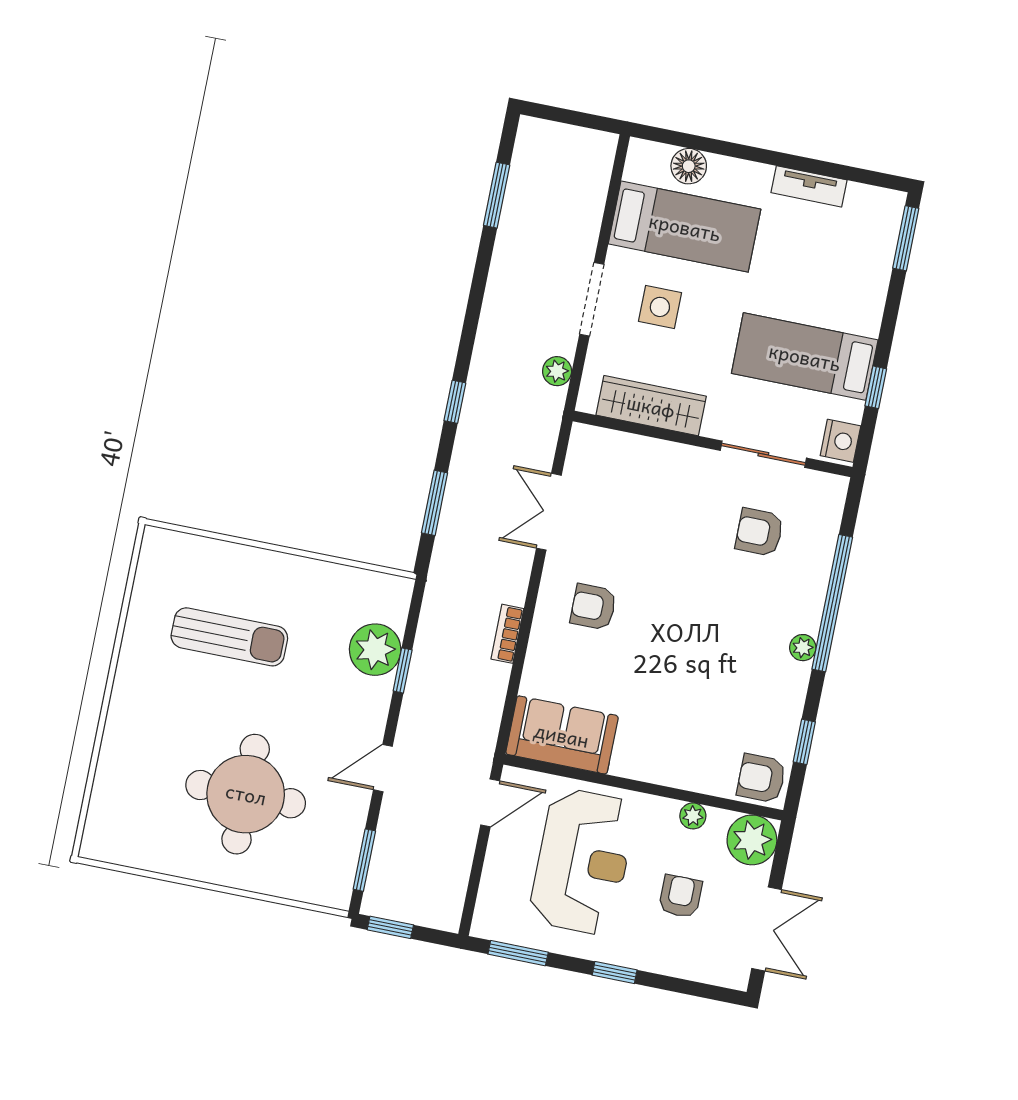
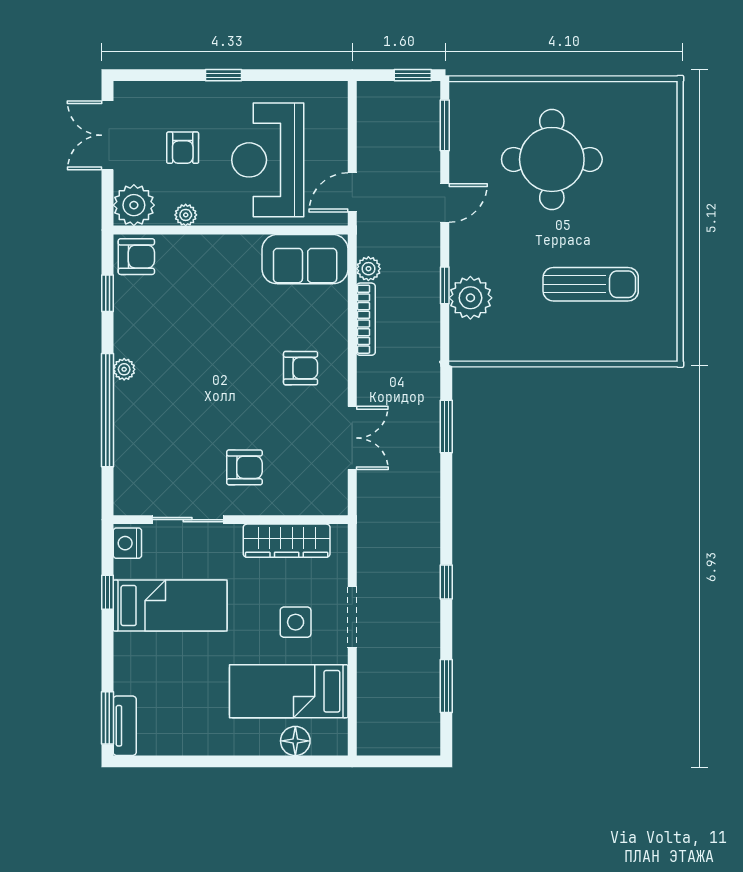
tv unit: (809, 186) -> (125, 726), moved, turned 90
plant: (557, 371) -> (368, 269), moved
window: (455, 402) -> (446, 582), moved
armchair: (759, 532) -> (245, 467), moved
bookcase: (507, 634) -> (366, 319), width x1.56
sun lounger: (229, 637) -> (591, 284), turned 180
window: (518, 953) -> (305, 75), removed

